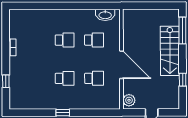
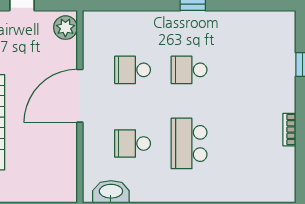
school desk: (65, 40) -> (189, 143), width x1.85
door: (121, 65) -> (80, 96), hinge flipped

